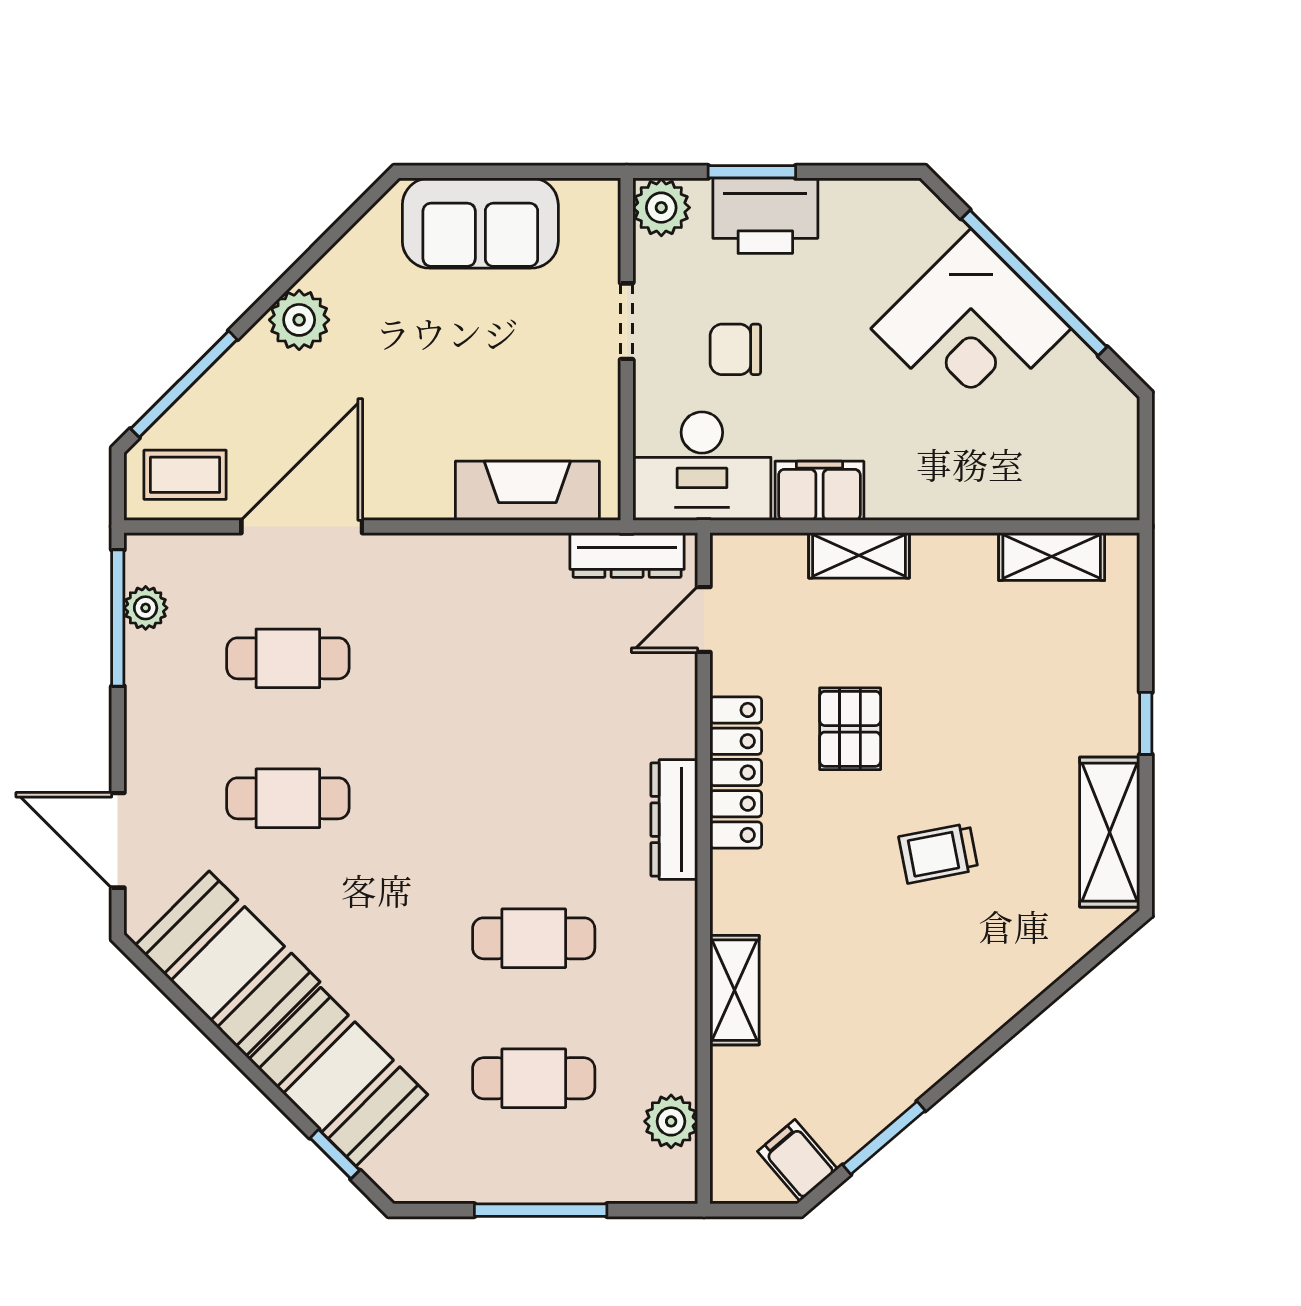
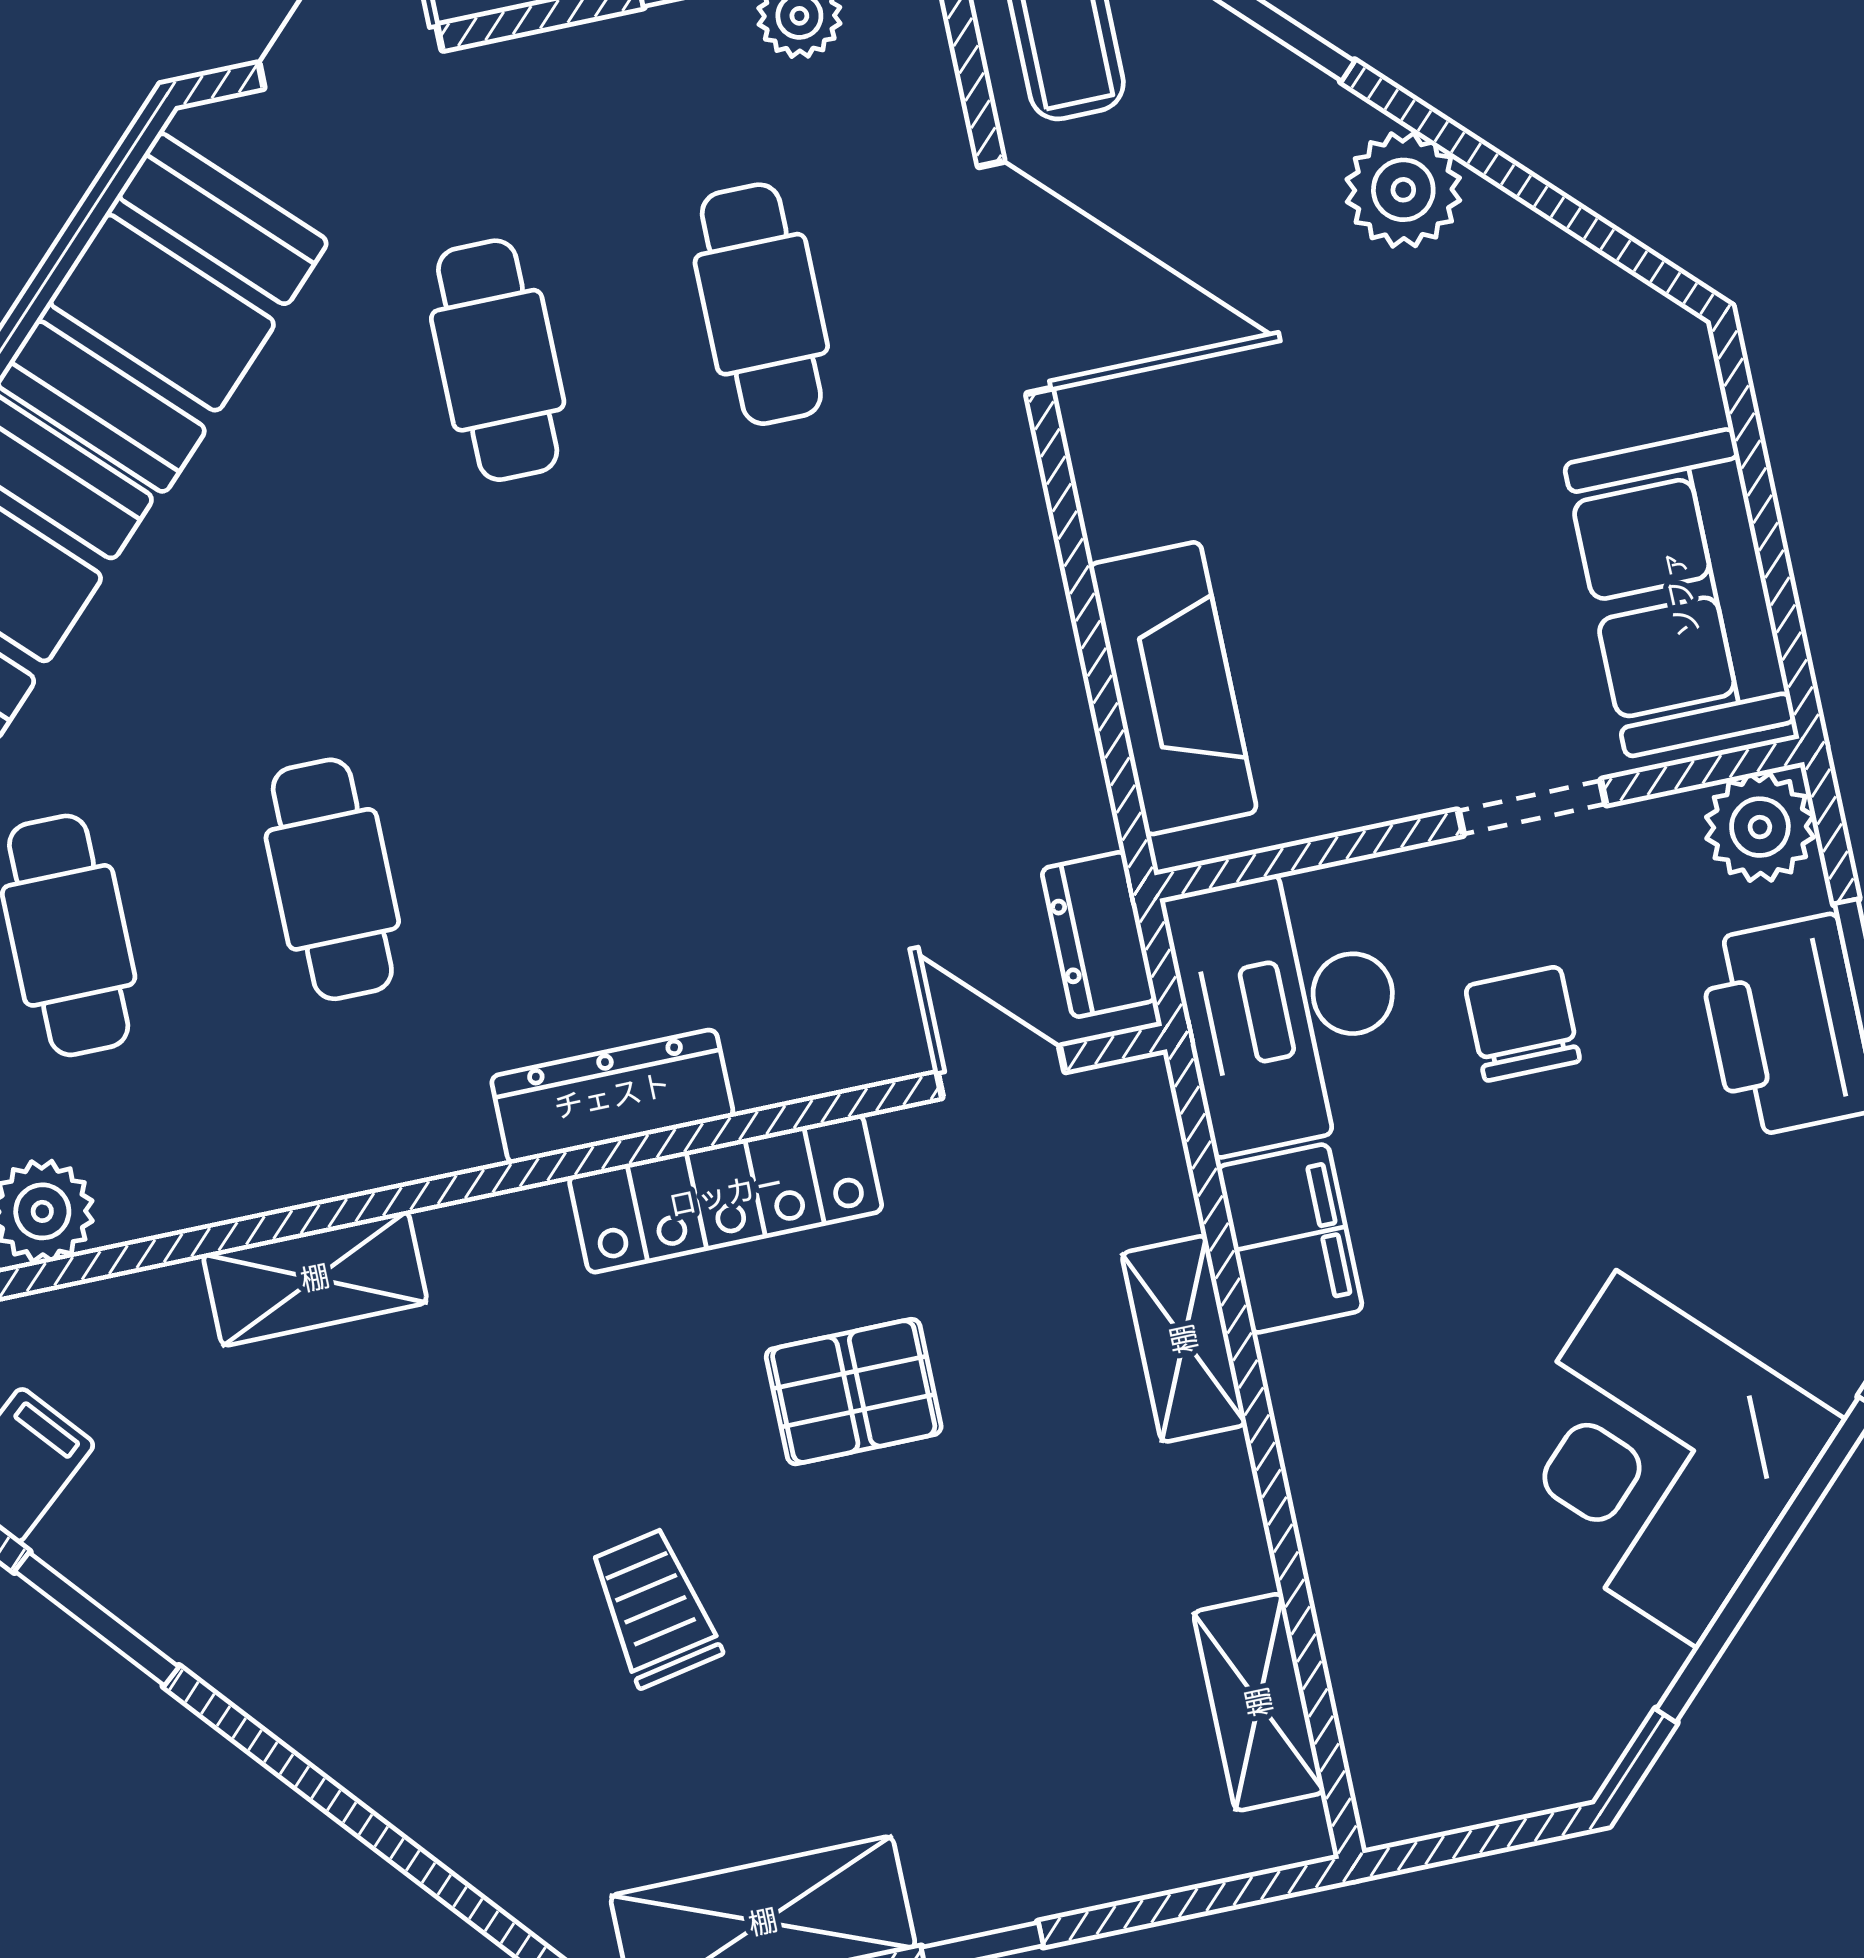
sofa: (480, 223) -> (1680, 593), moved
dresser: (627, 555) -> (1099, 934), width x0.70

